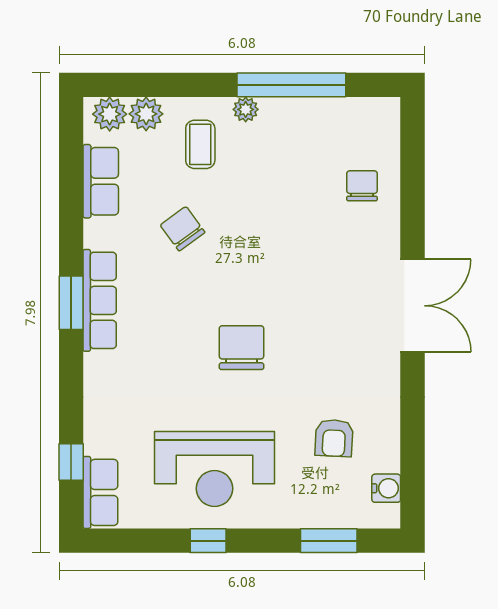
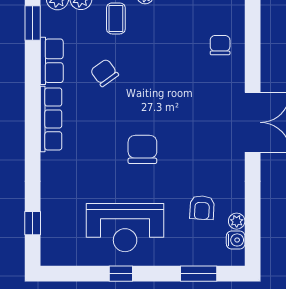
row of seats: (101, 181) -> (52, 61), moved
window: (71, 303) -> (33, 23), moved
plant: (388, 459) -> (237, 221), added
row of seats: (100, 492) -> (51, 243), removed

